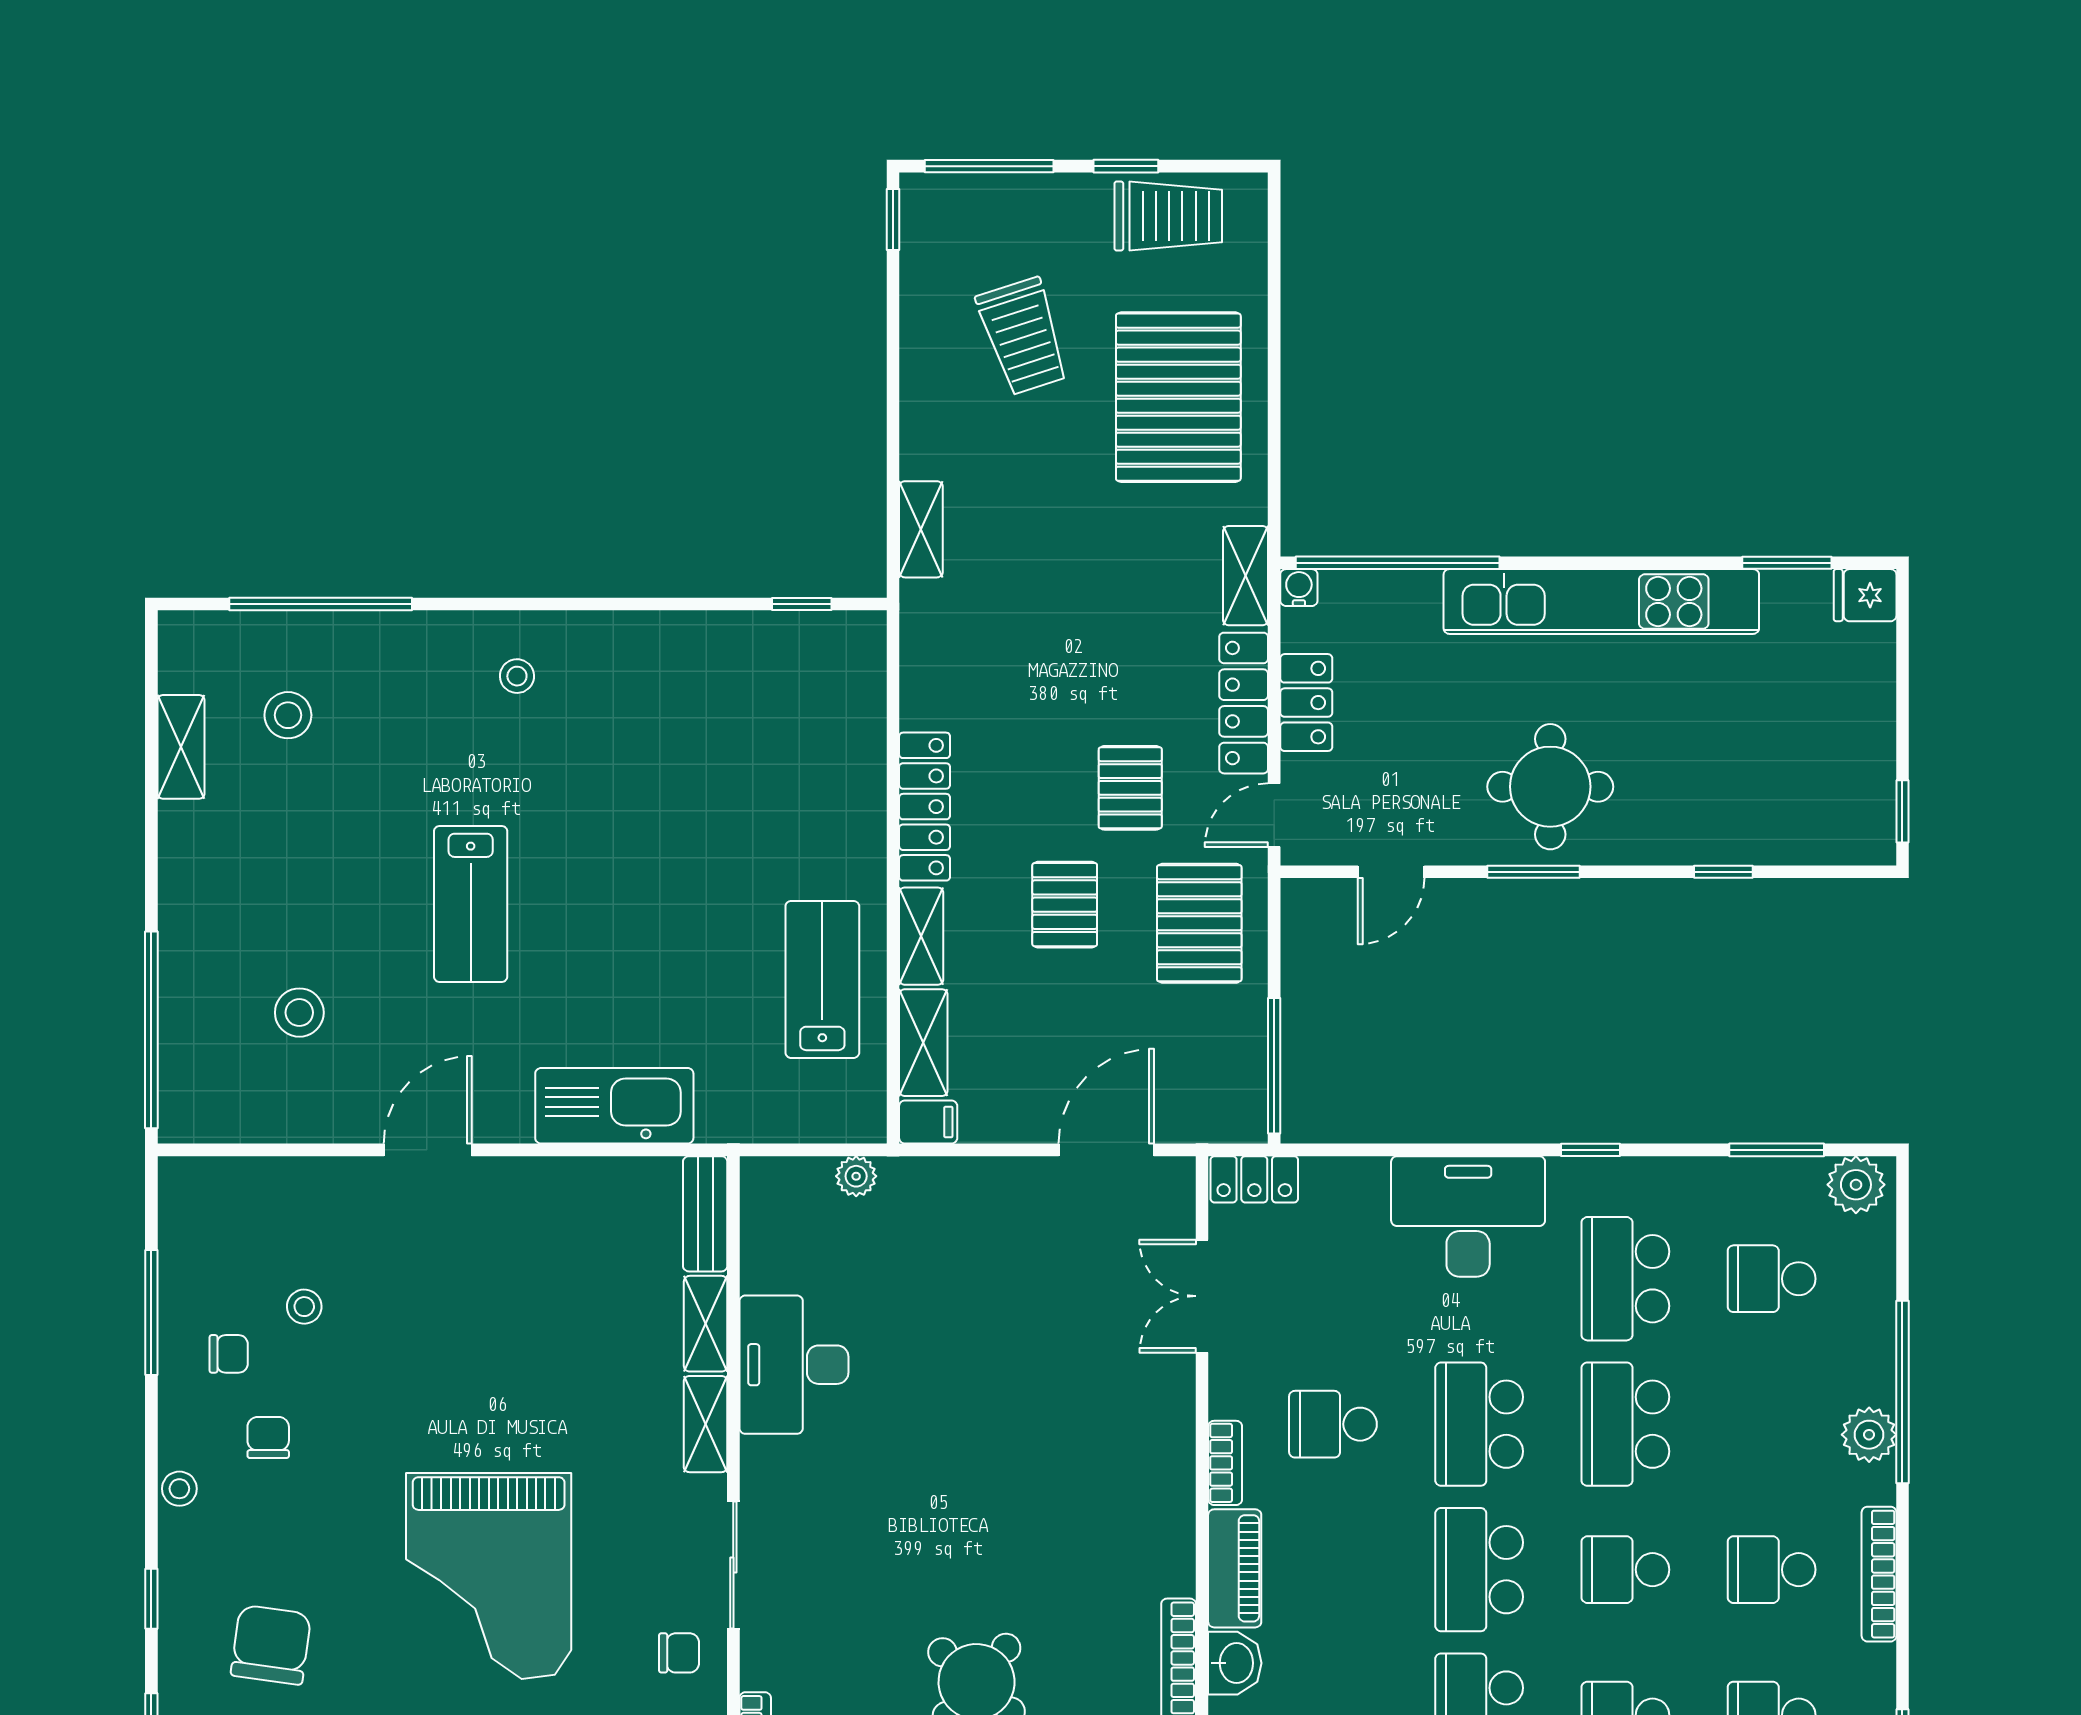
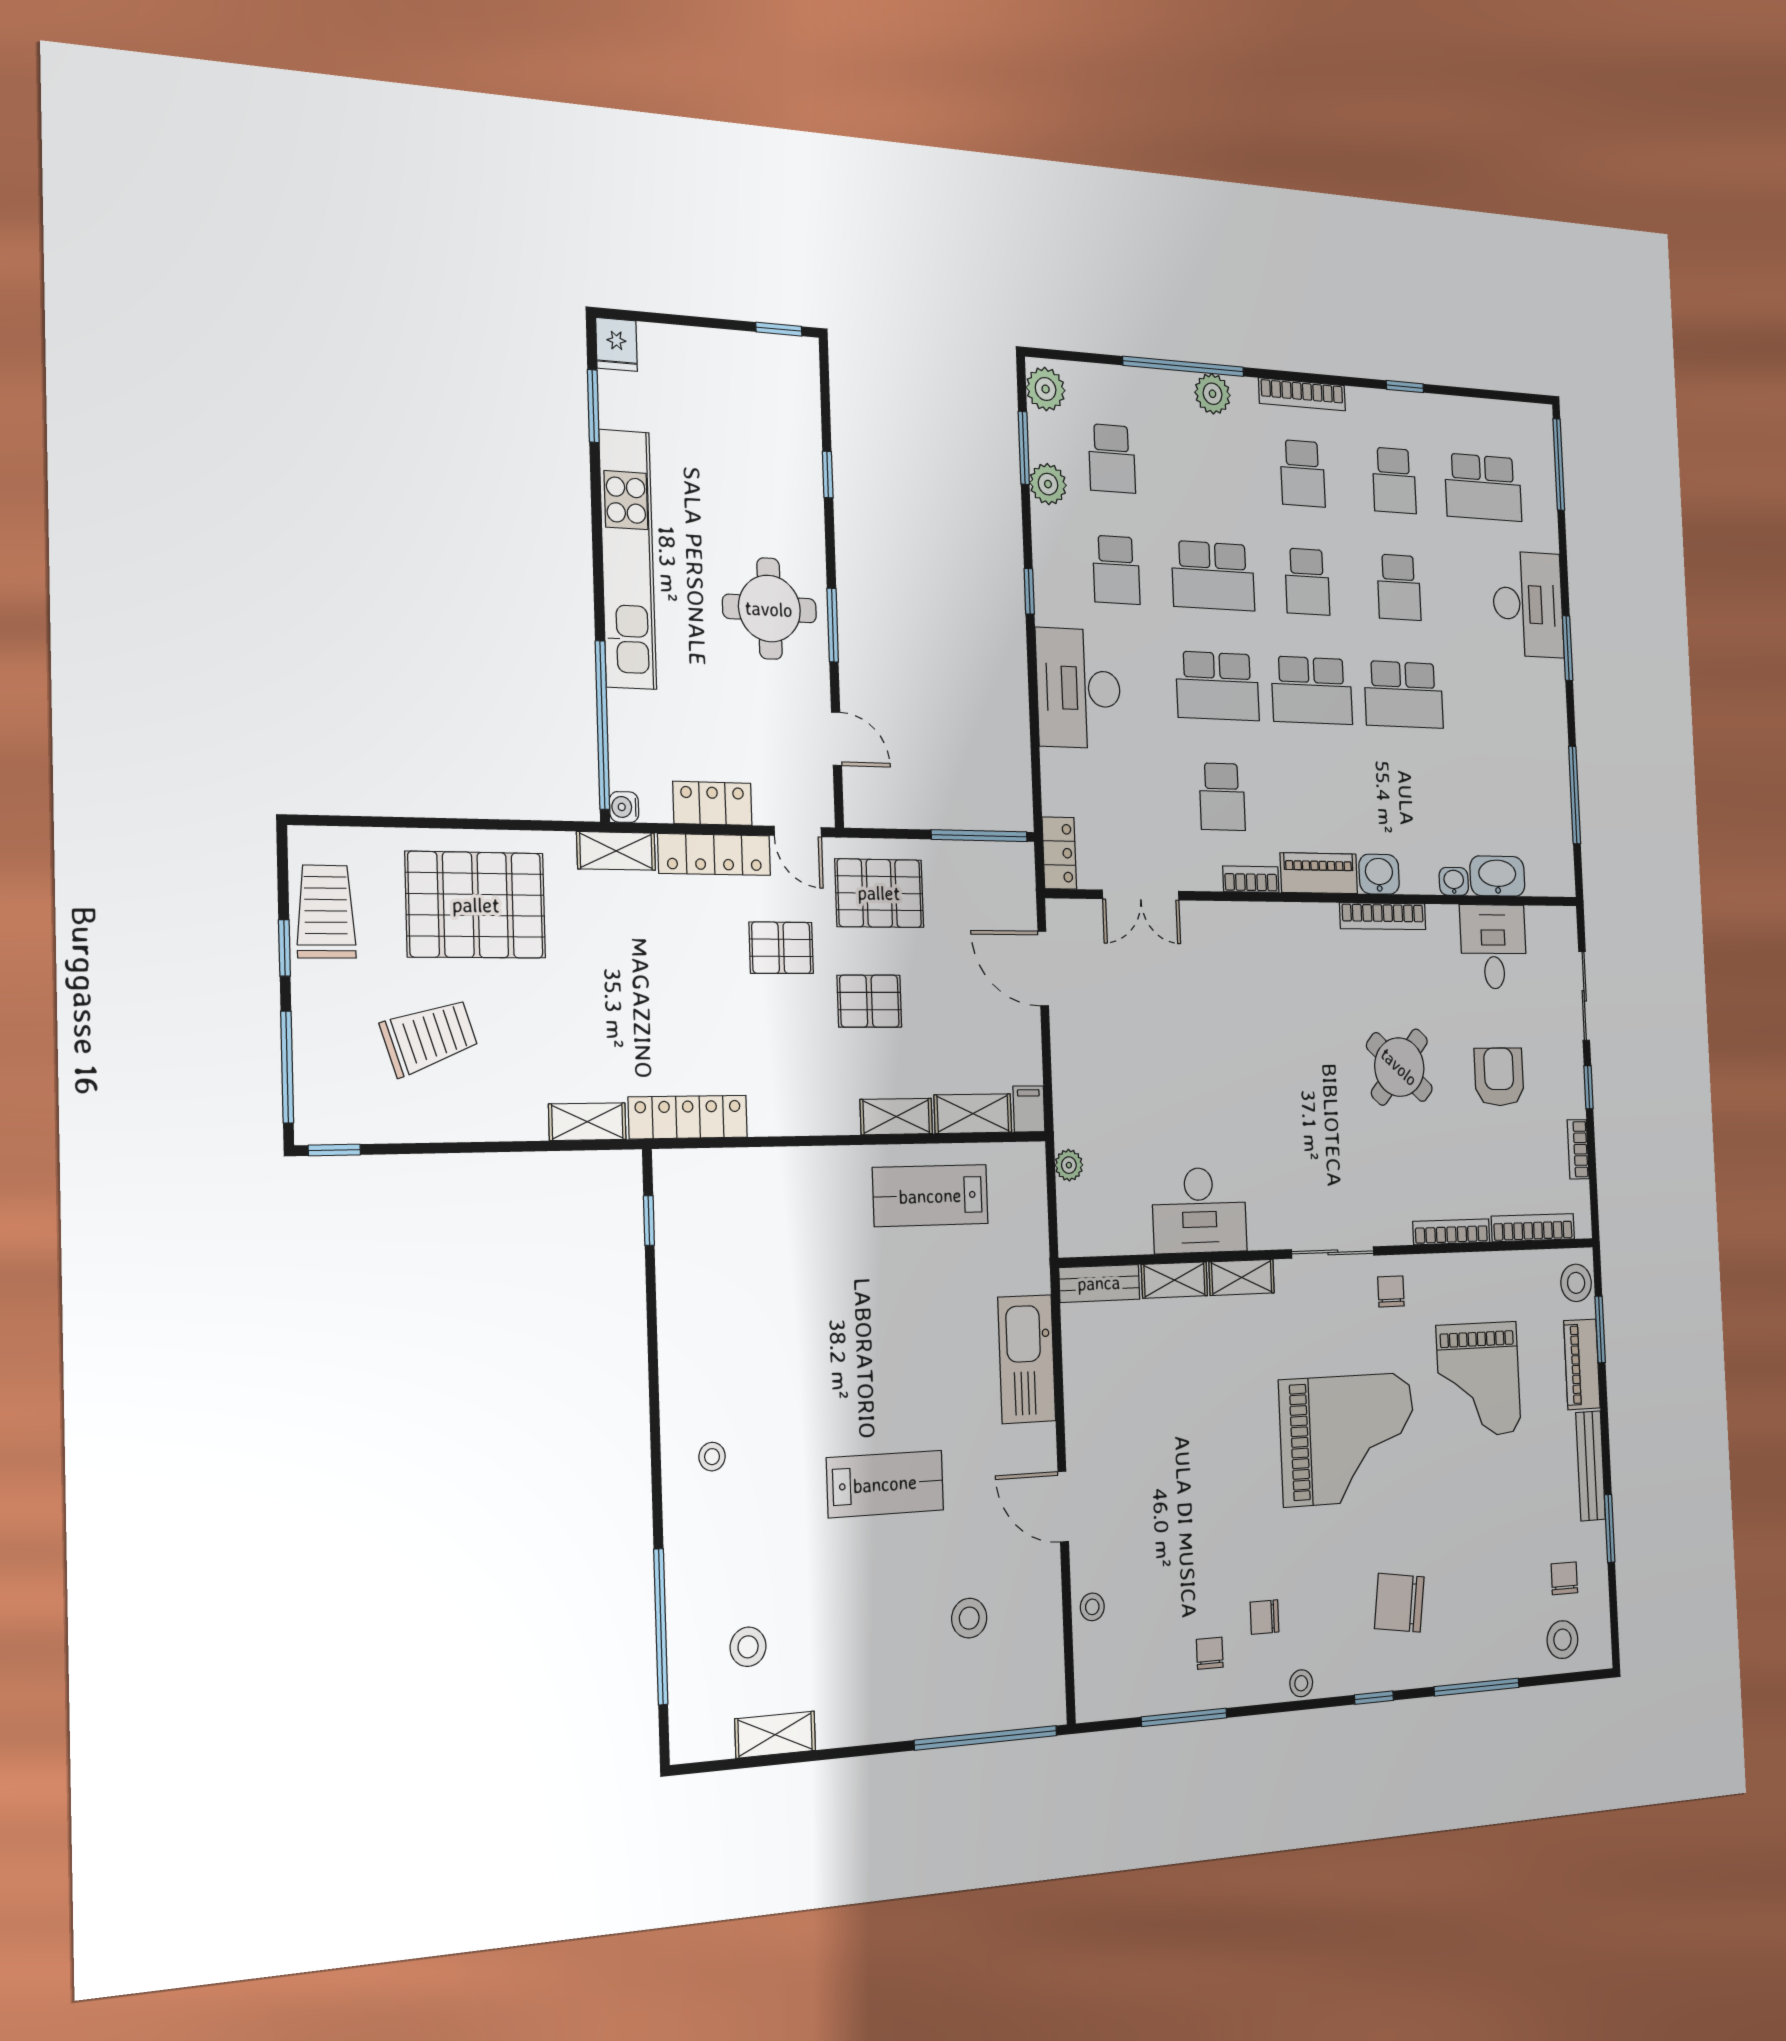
locker: (925, 807) -> (688, 1117), moved
plant: (1732, 1183) -> (1048, 484), added
school desk: (1625, 1279) -> (1116, 570), width x0.54
stool: (304, 1307) -> (1092, 1607), moved

